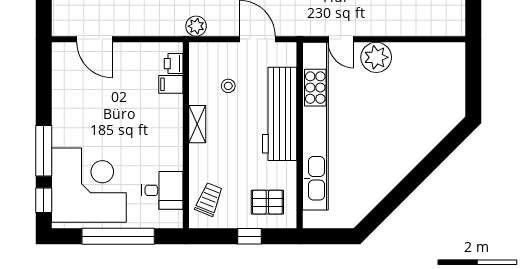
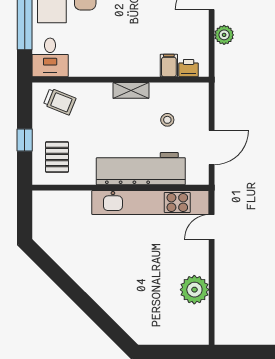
plant: (196, 26) -> (224, 35), moved
plant: (376, 57) -> (194, 290), moved
kitchen unit: (315, 126) -> (150, 202), width x0.73
desk: (162, 190) -> (50, 57), moved

